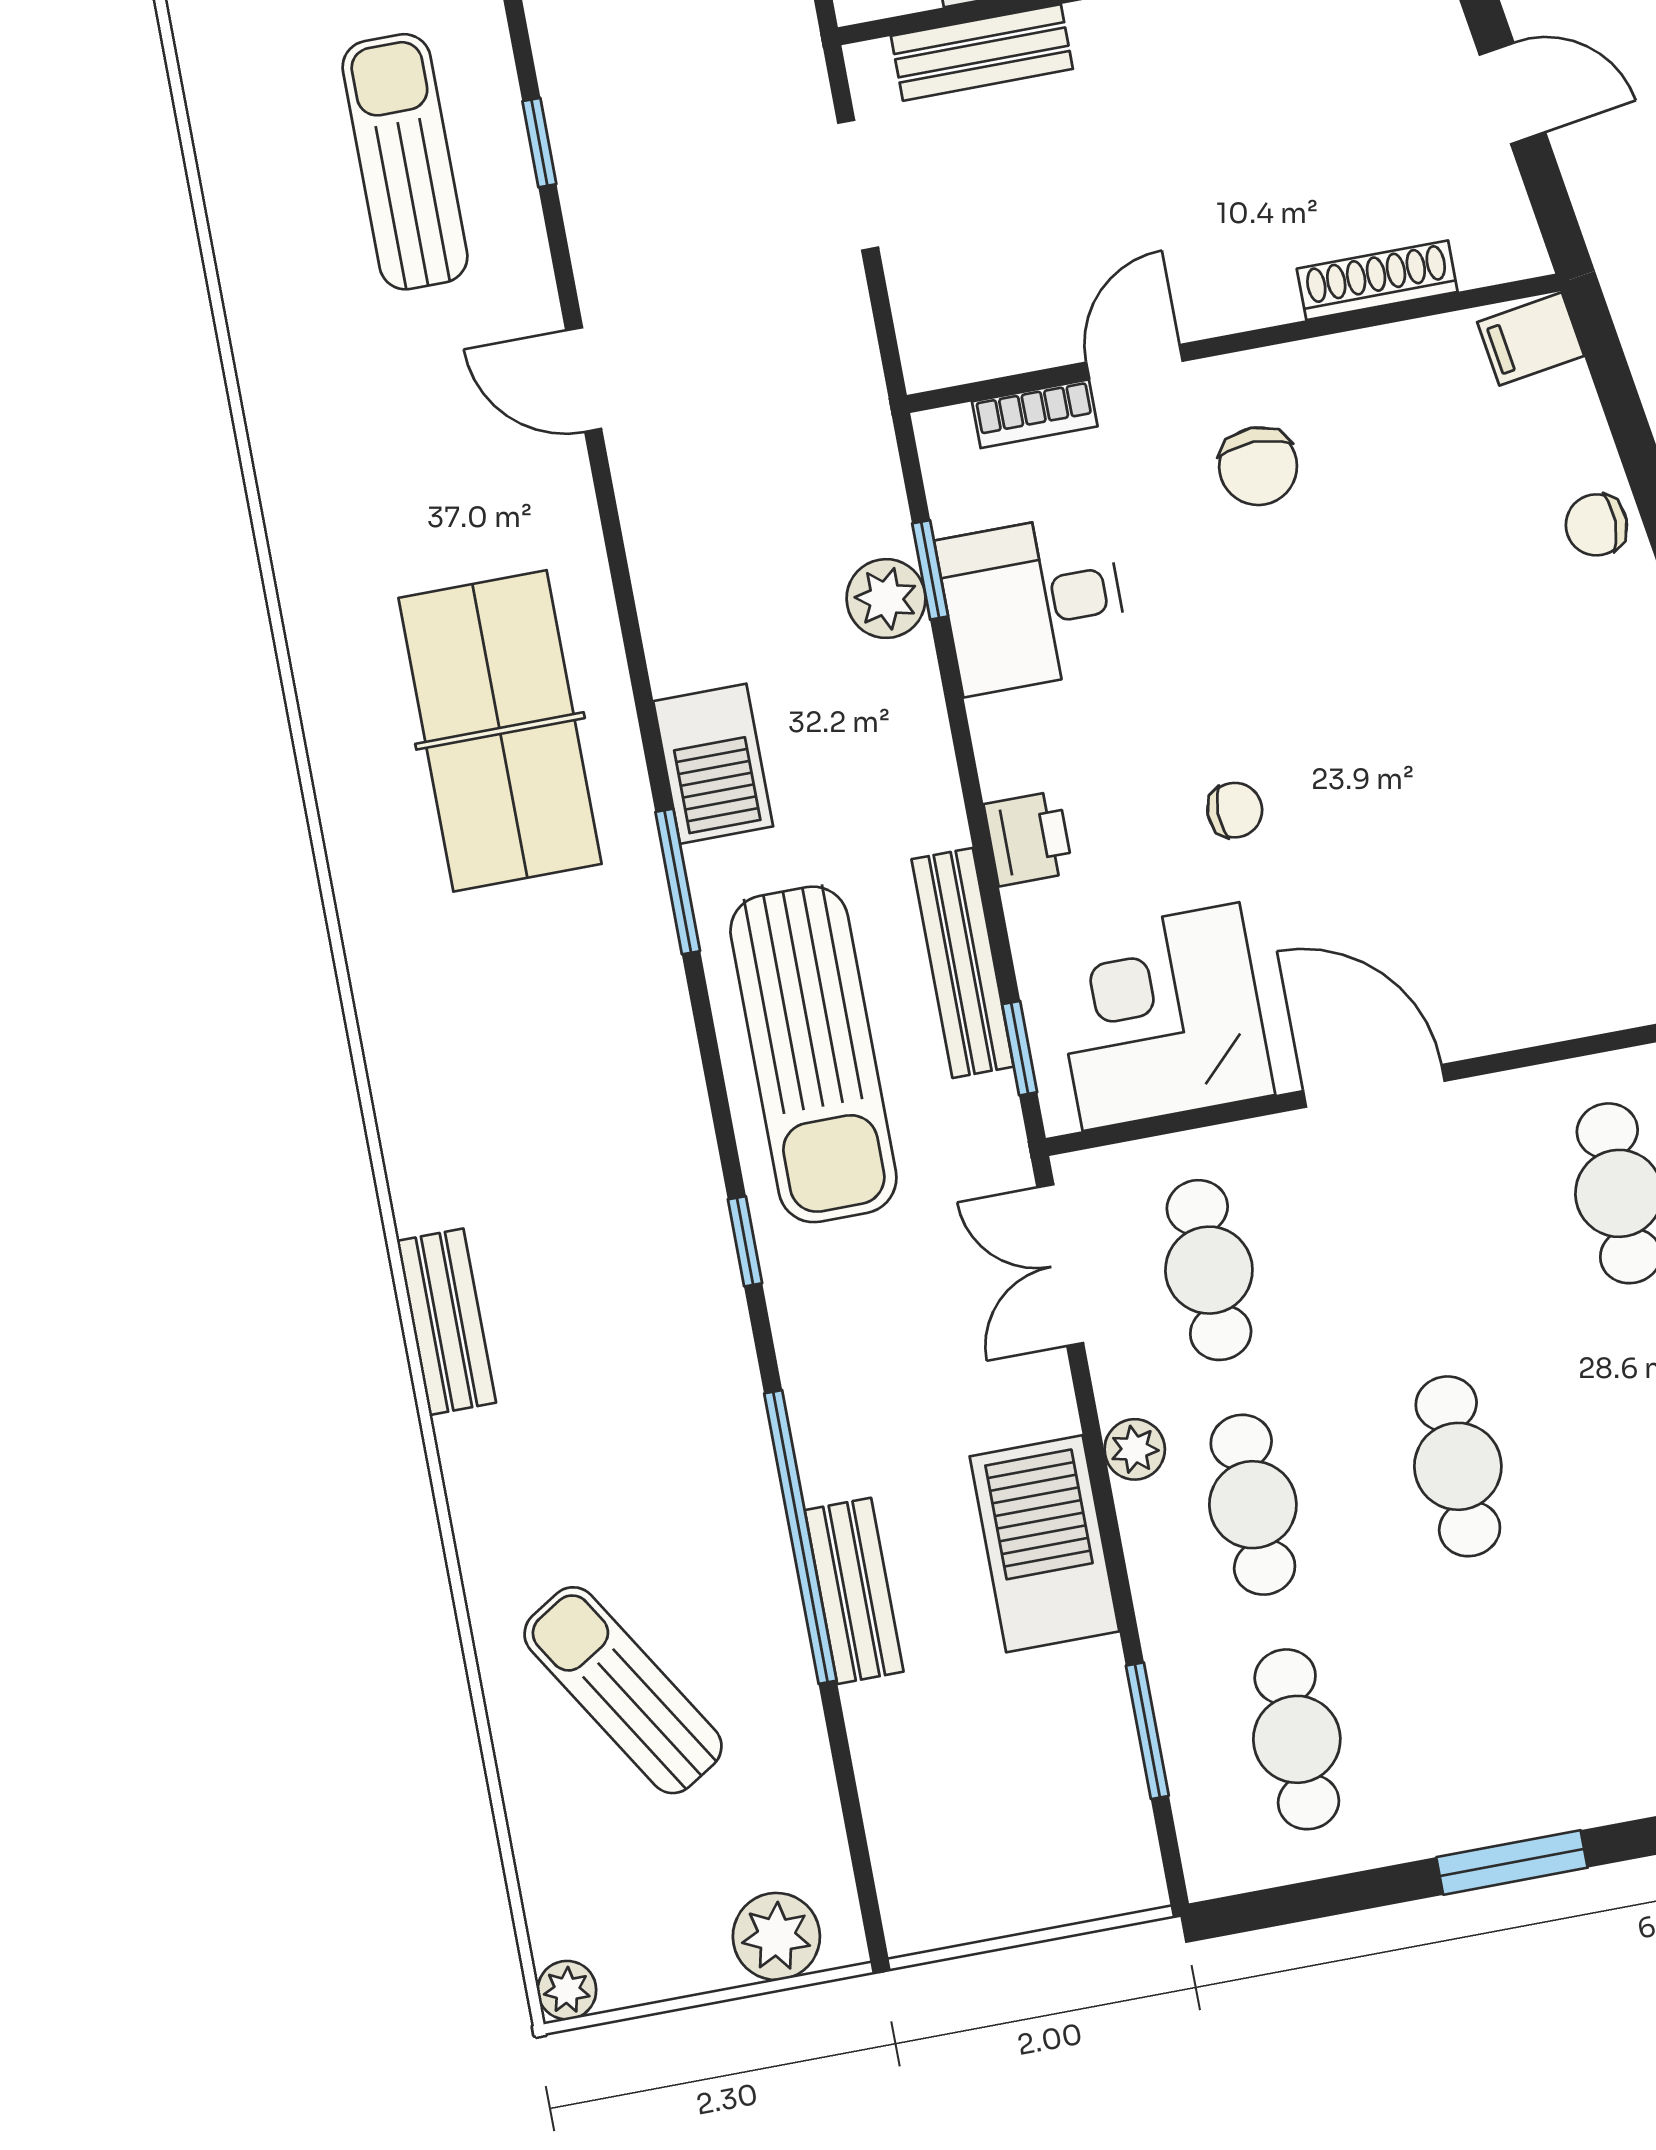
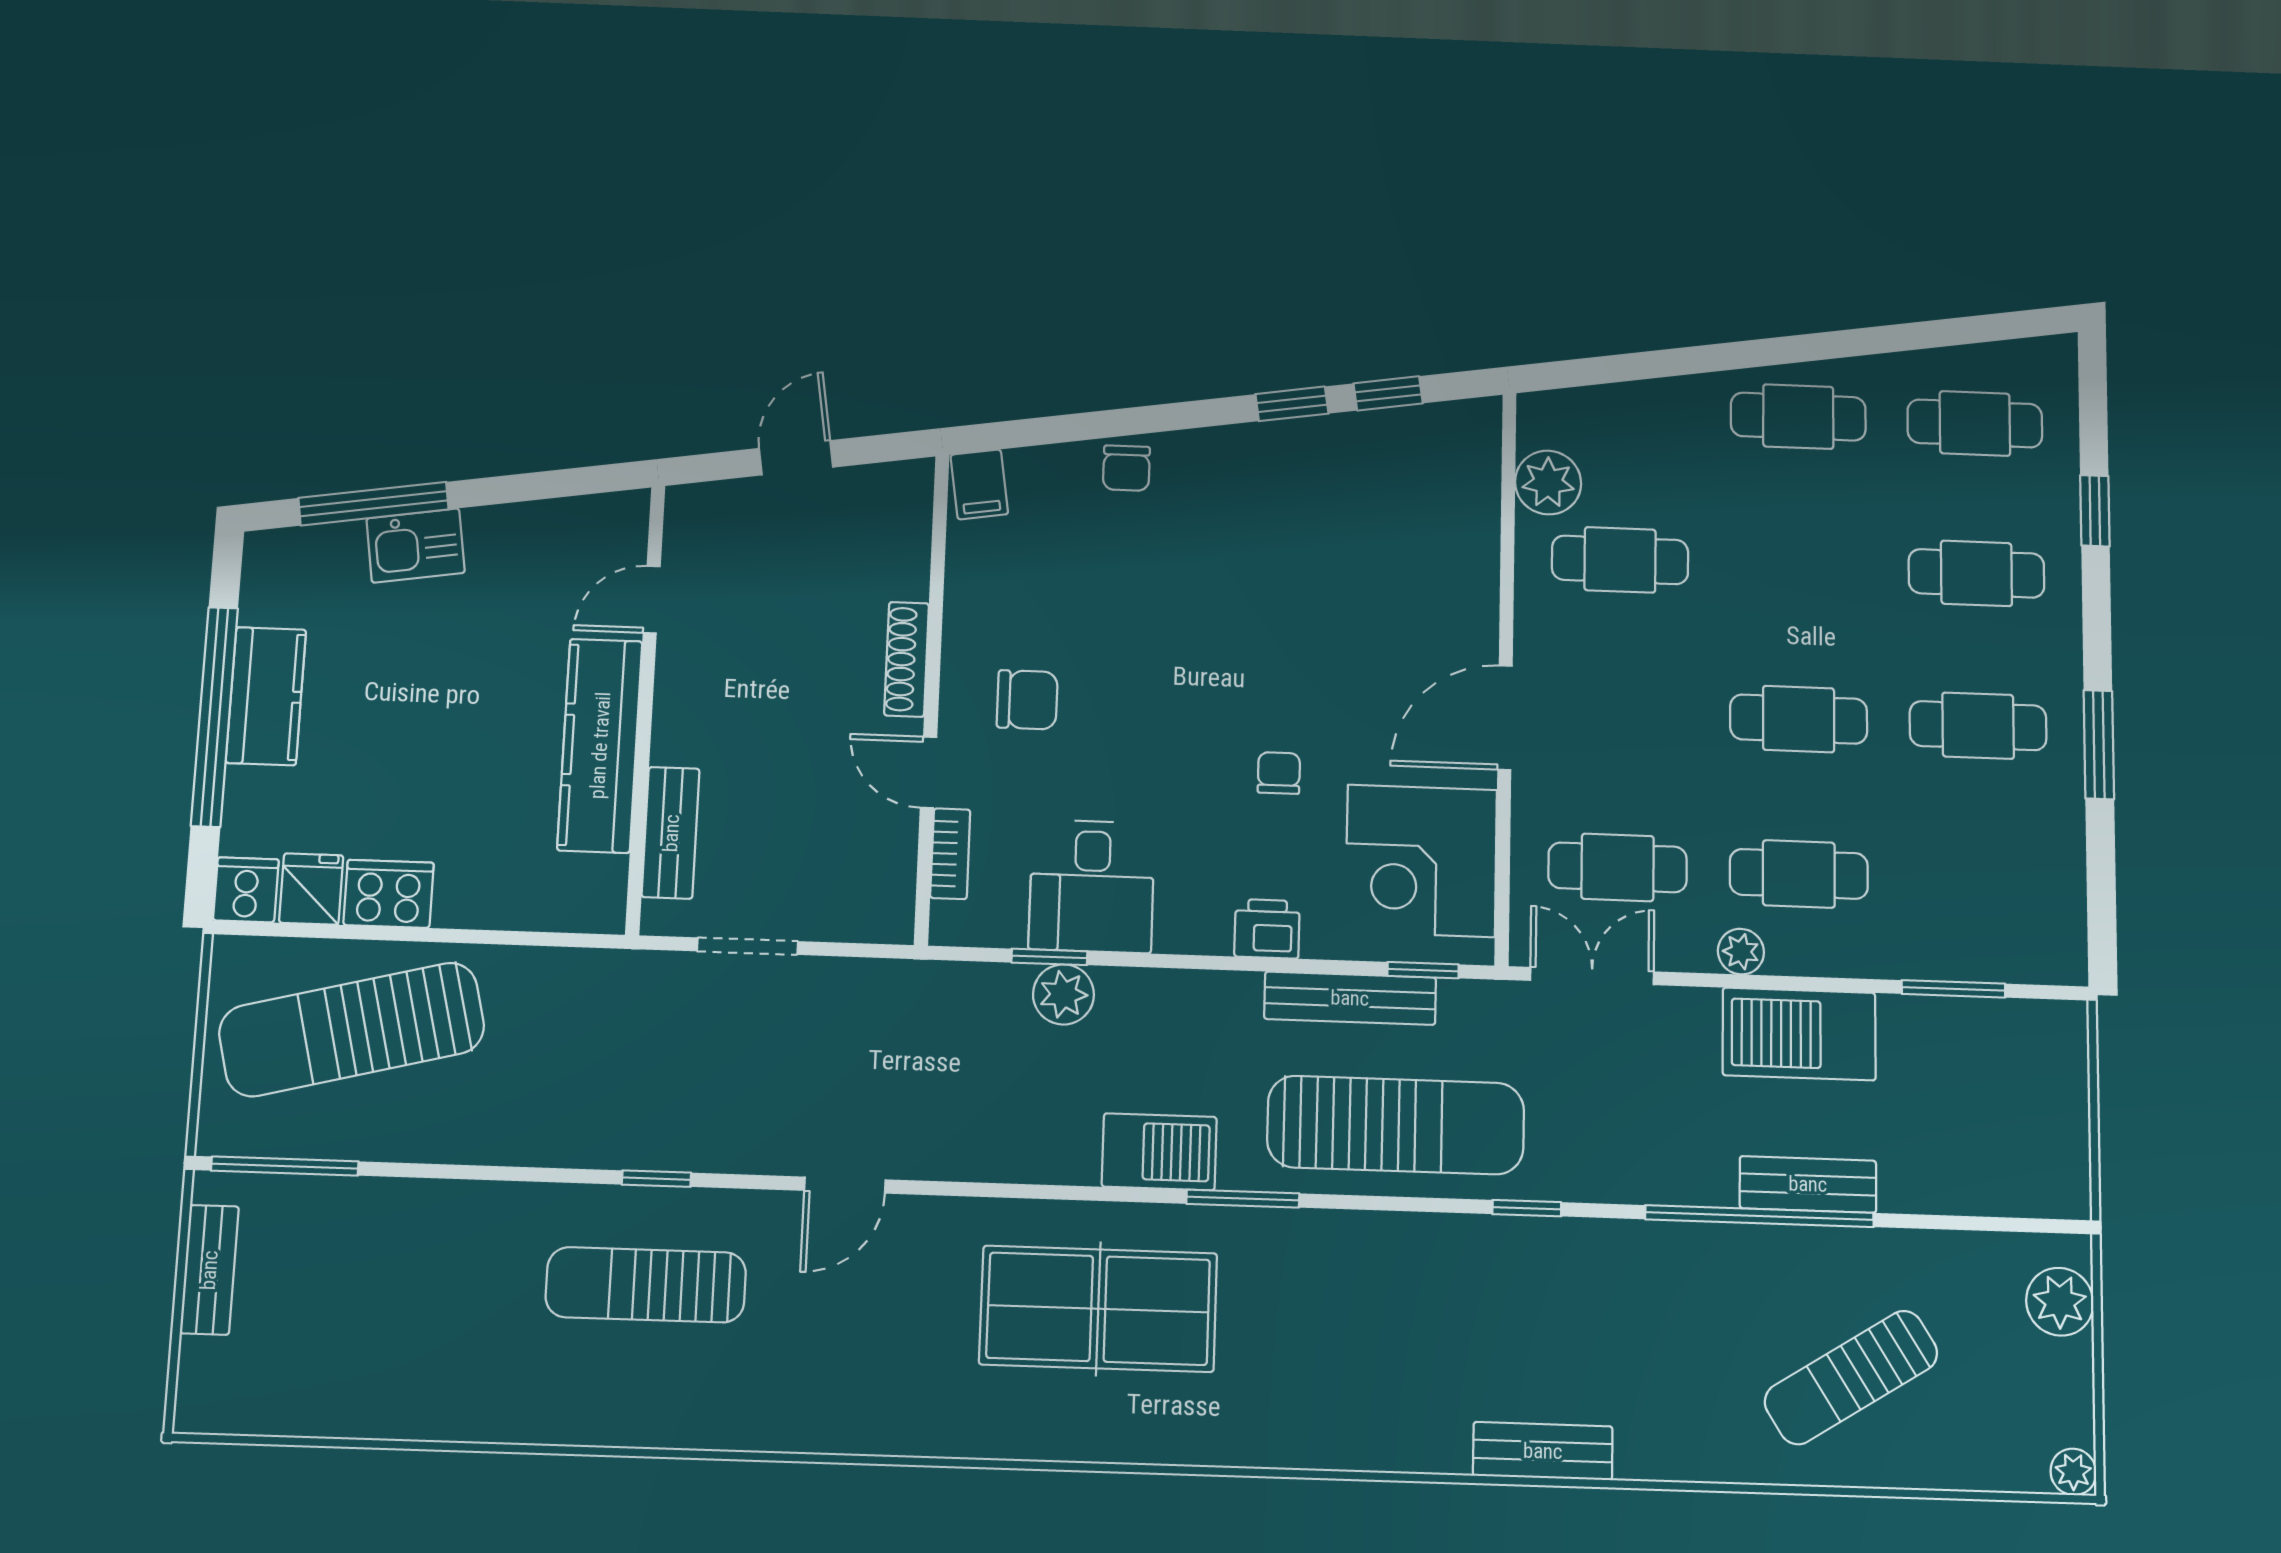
shoe rack: (1377, 280) -> (907, 659), moved
double door: (1060, 1265) -> (1592, 976), swing flipped
cafe table: (1297, 1739) -> (1978, 726), moved

